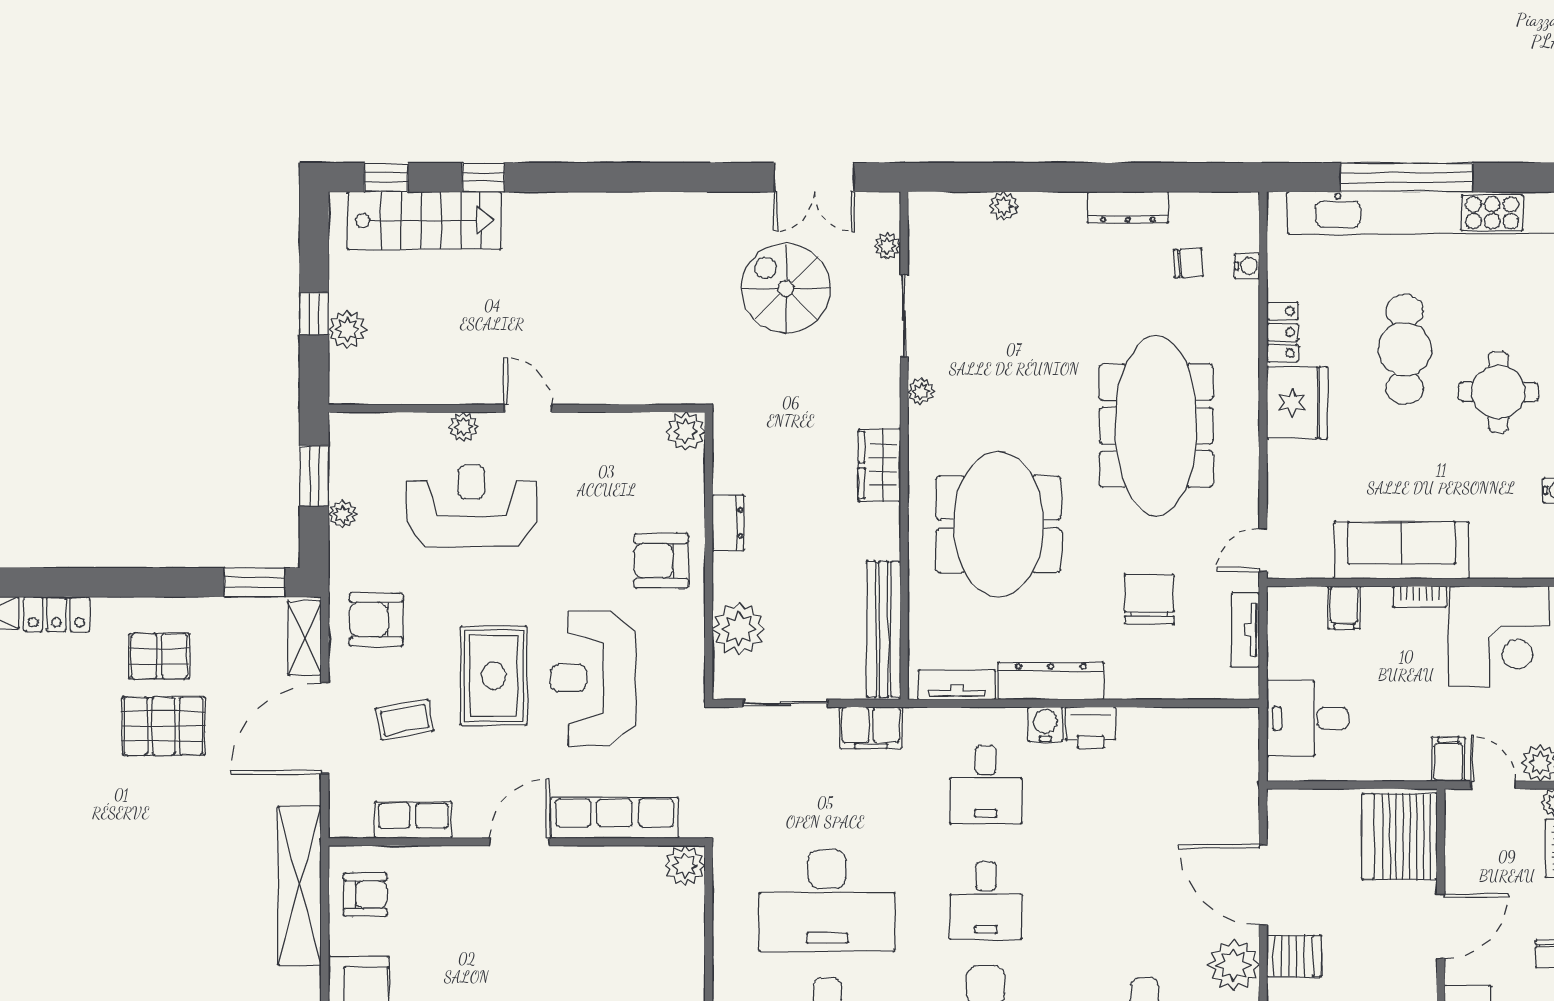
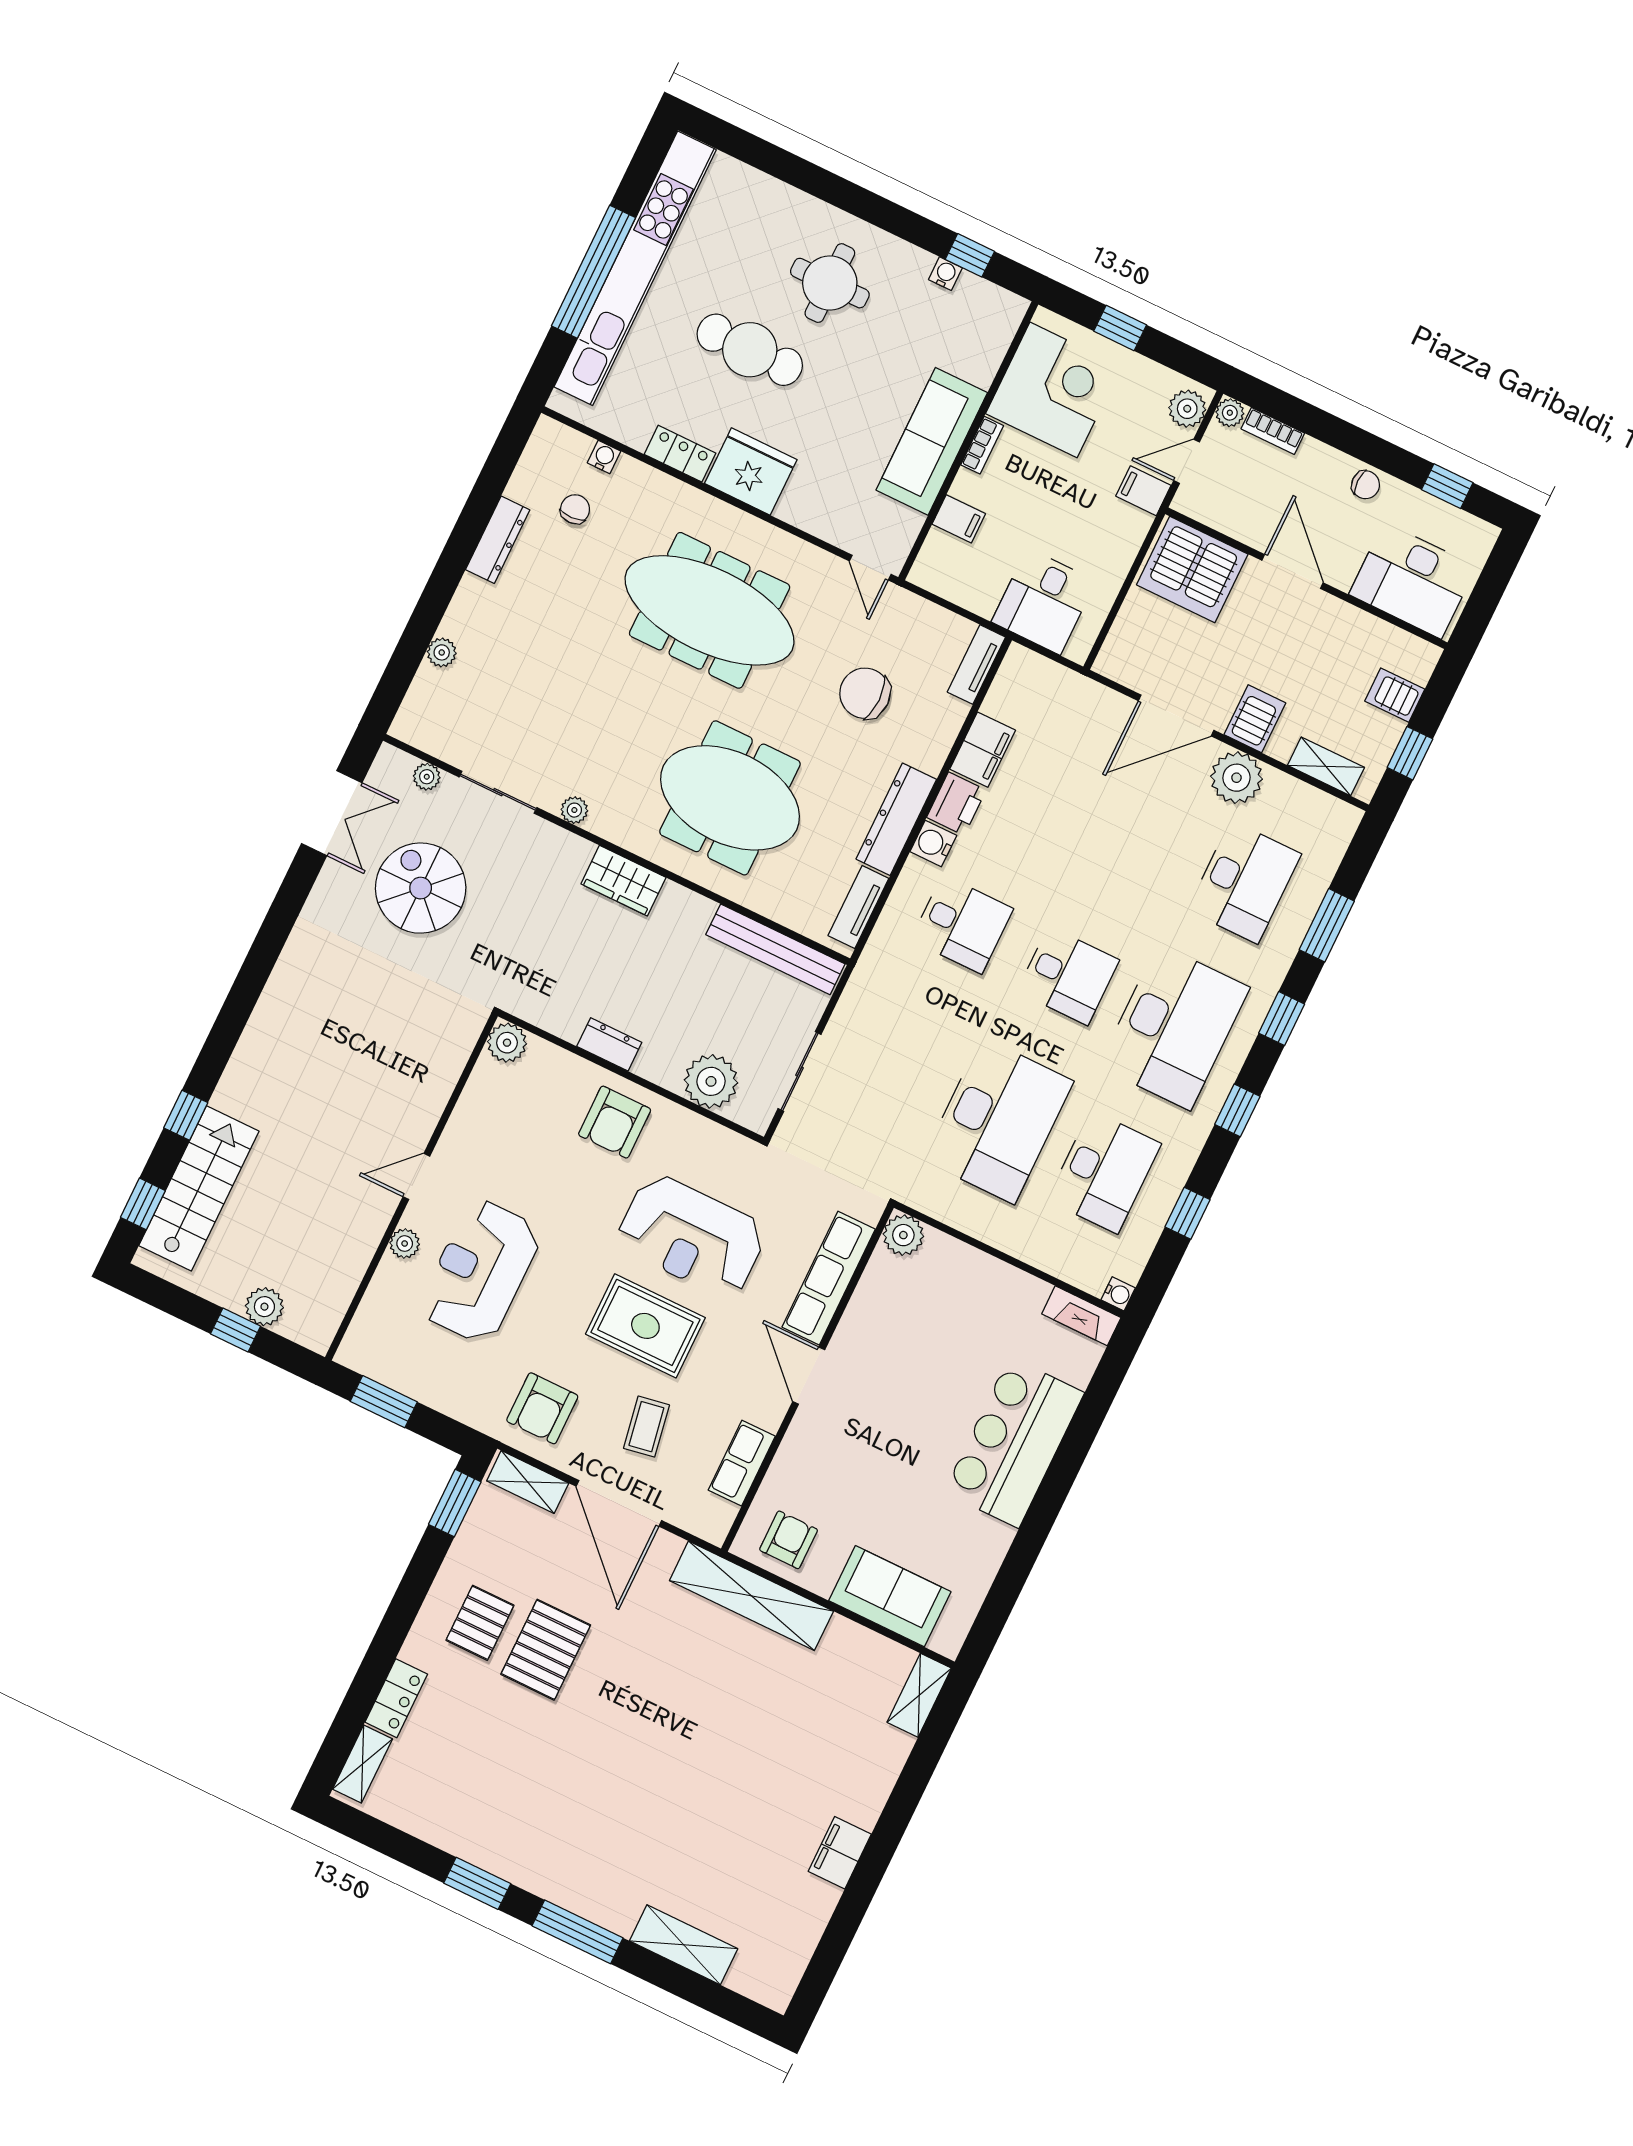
spiral stairs: (786, 288) -> (421, 888), turned 90
plant: (343, 514) -> (431, 1393), removed
tv unit: (1245, 630) -> (976, 665), moved, turned 90
filing cabinet: (871, 728) -> (983, 750), moved

